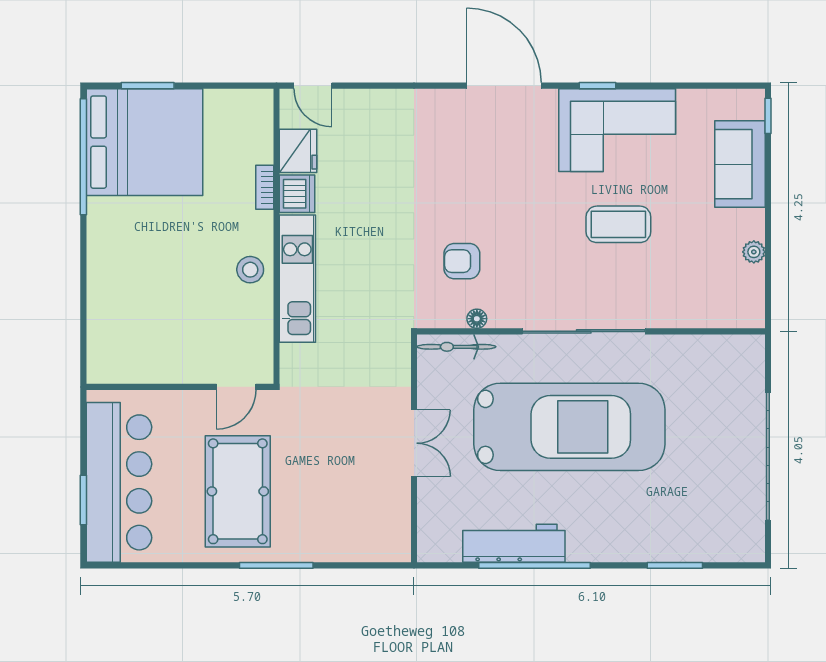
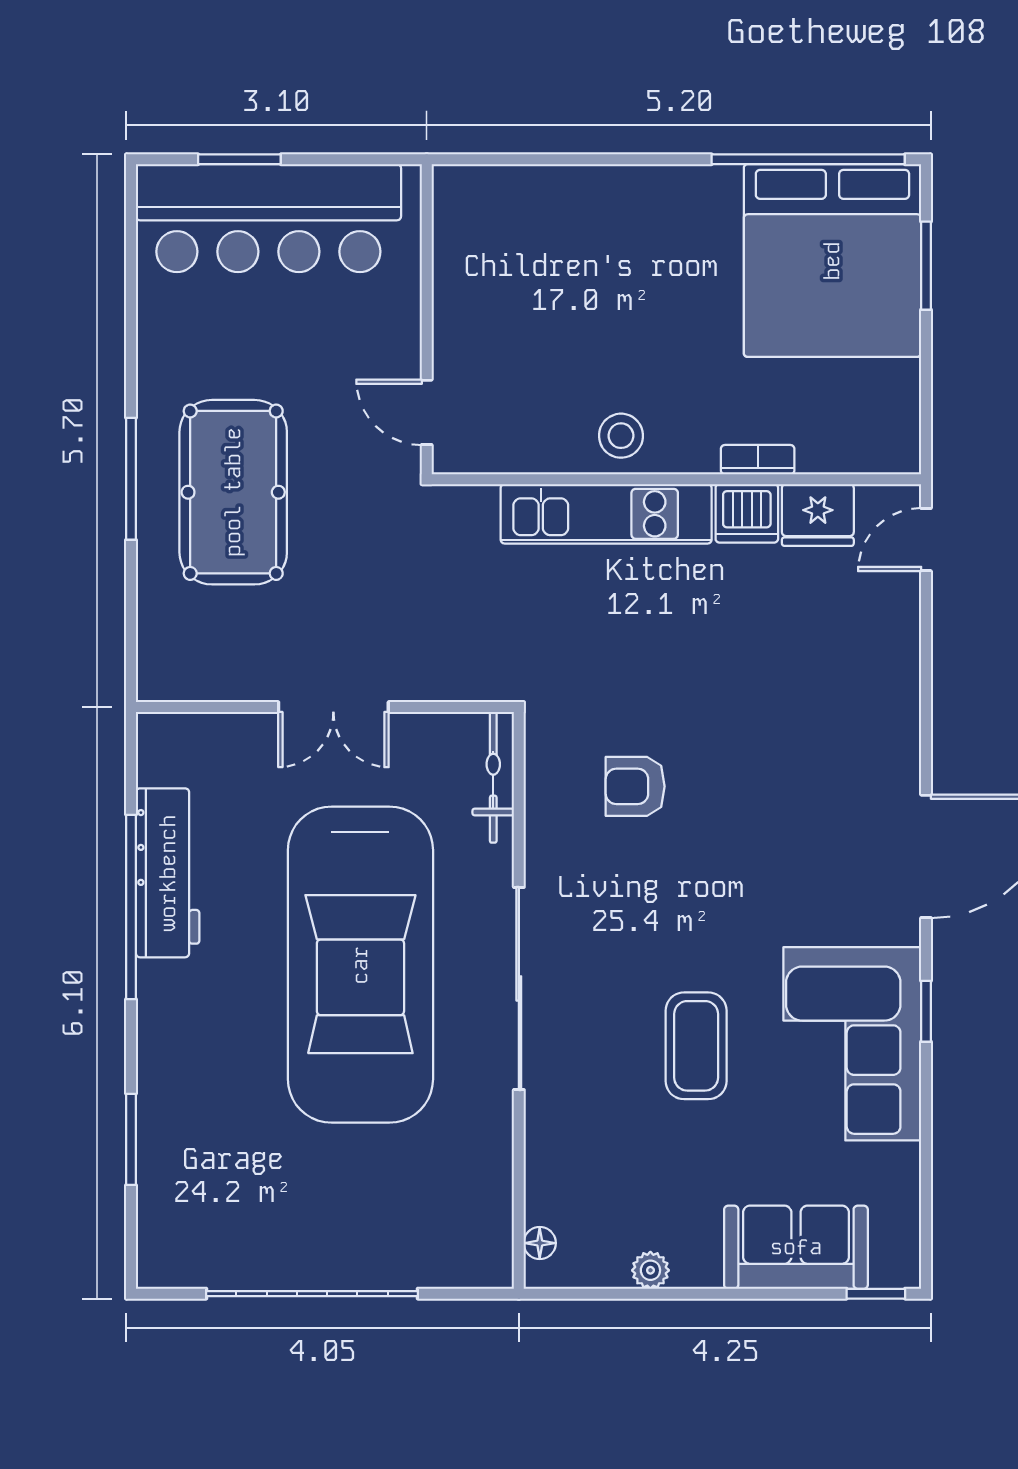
armchair: (462, 261) -> (635, 786), turned -90
floor lamp: (477, 319) -> (540, 1243), moved
pool table: (238, 491) -> (233, 492), moved, turned 90

